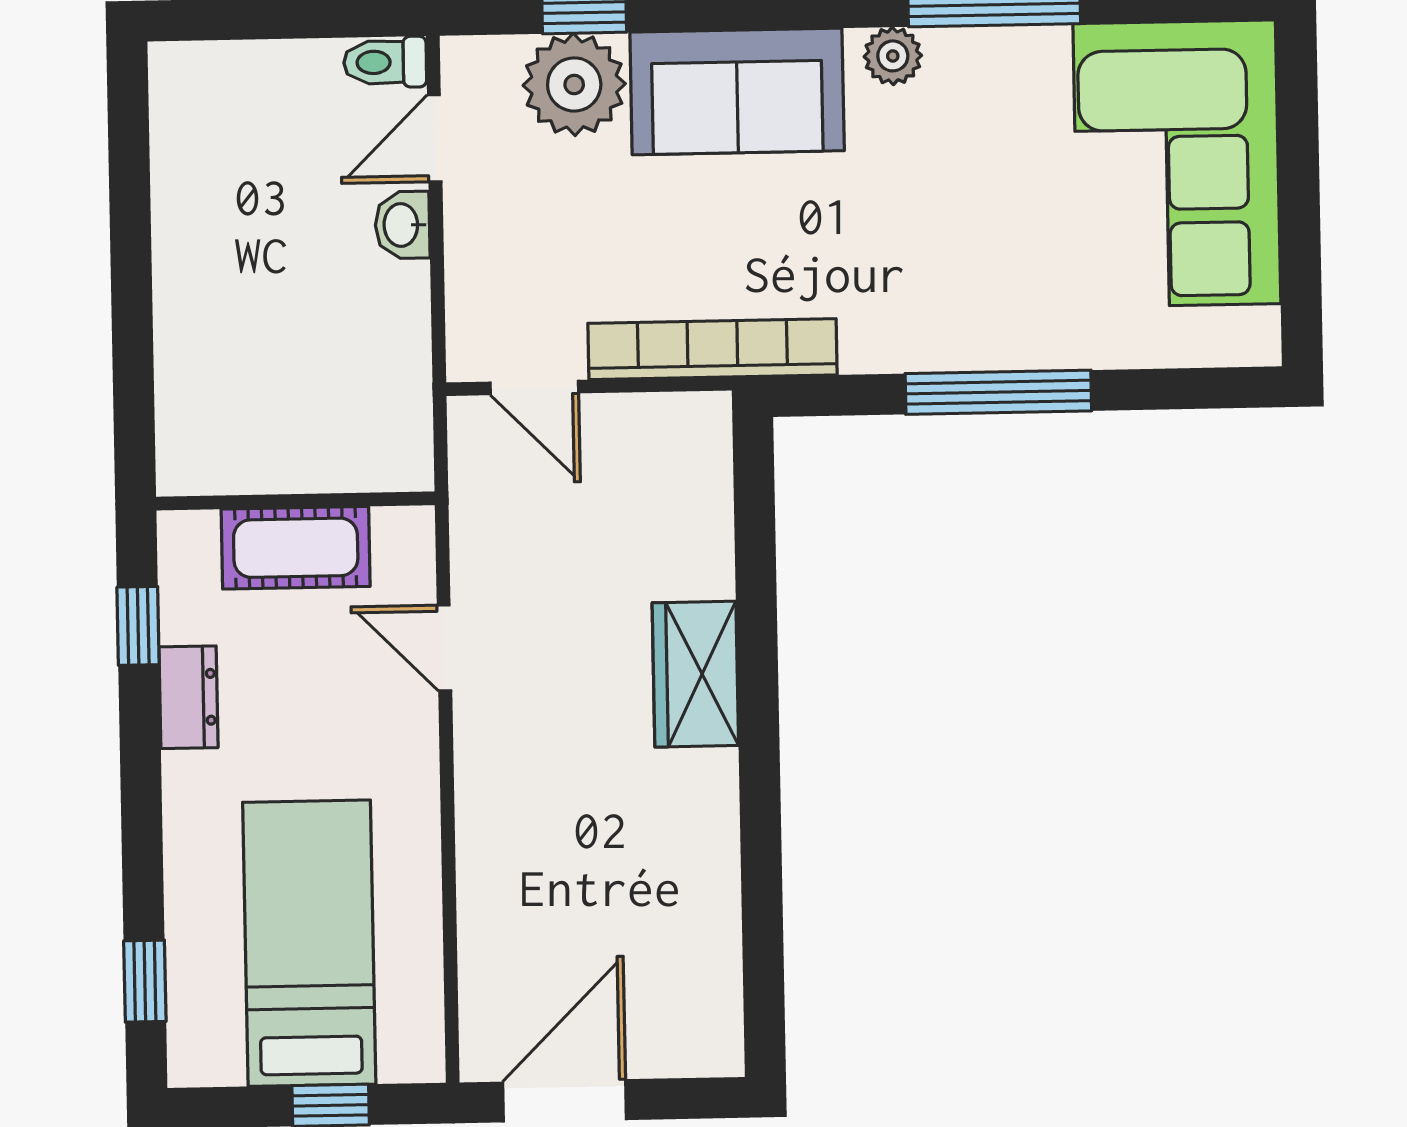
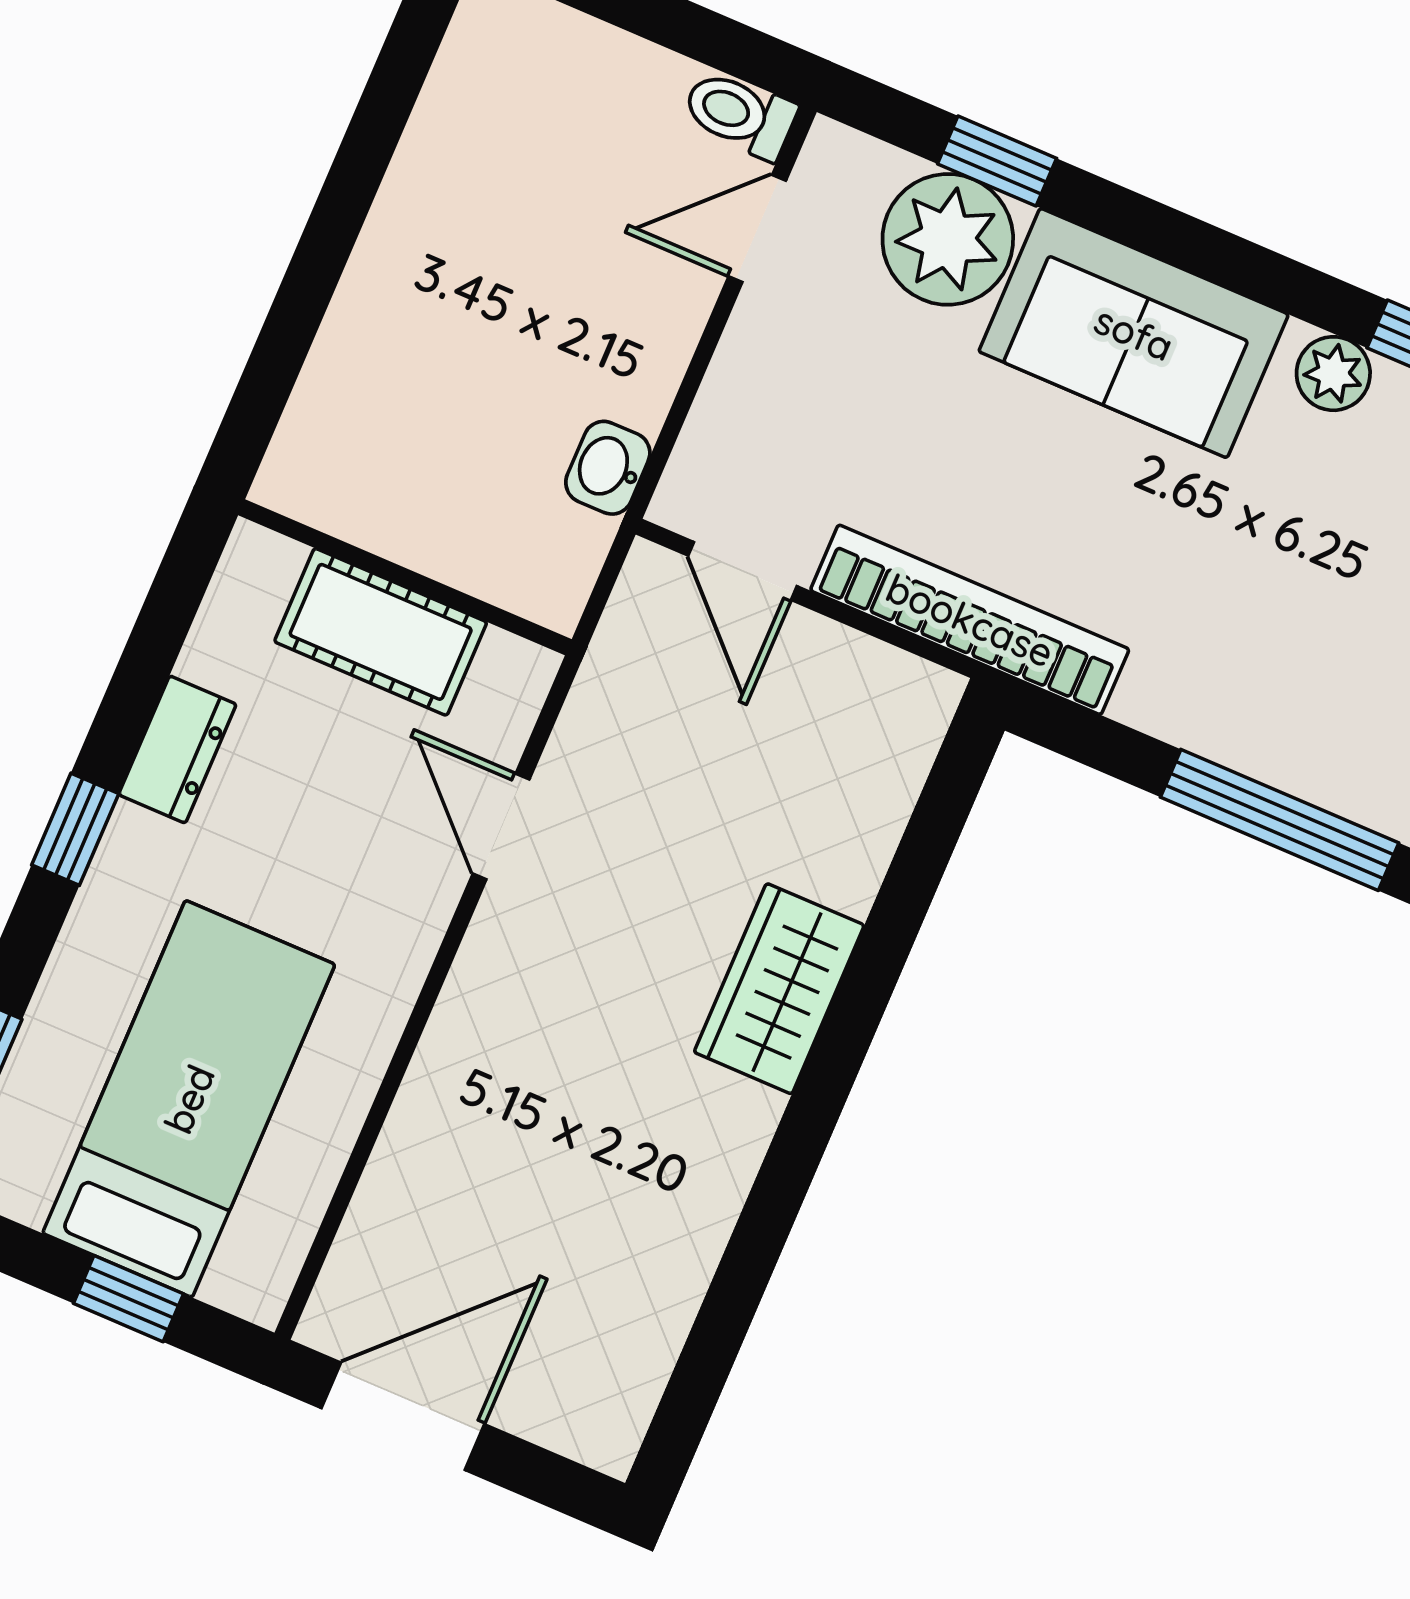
washbasin: (402, 225) -> (608, 468), moved
window: (138, 626) -> (75, 829), moved

